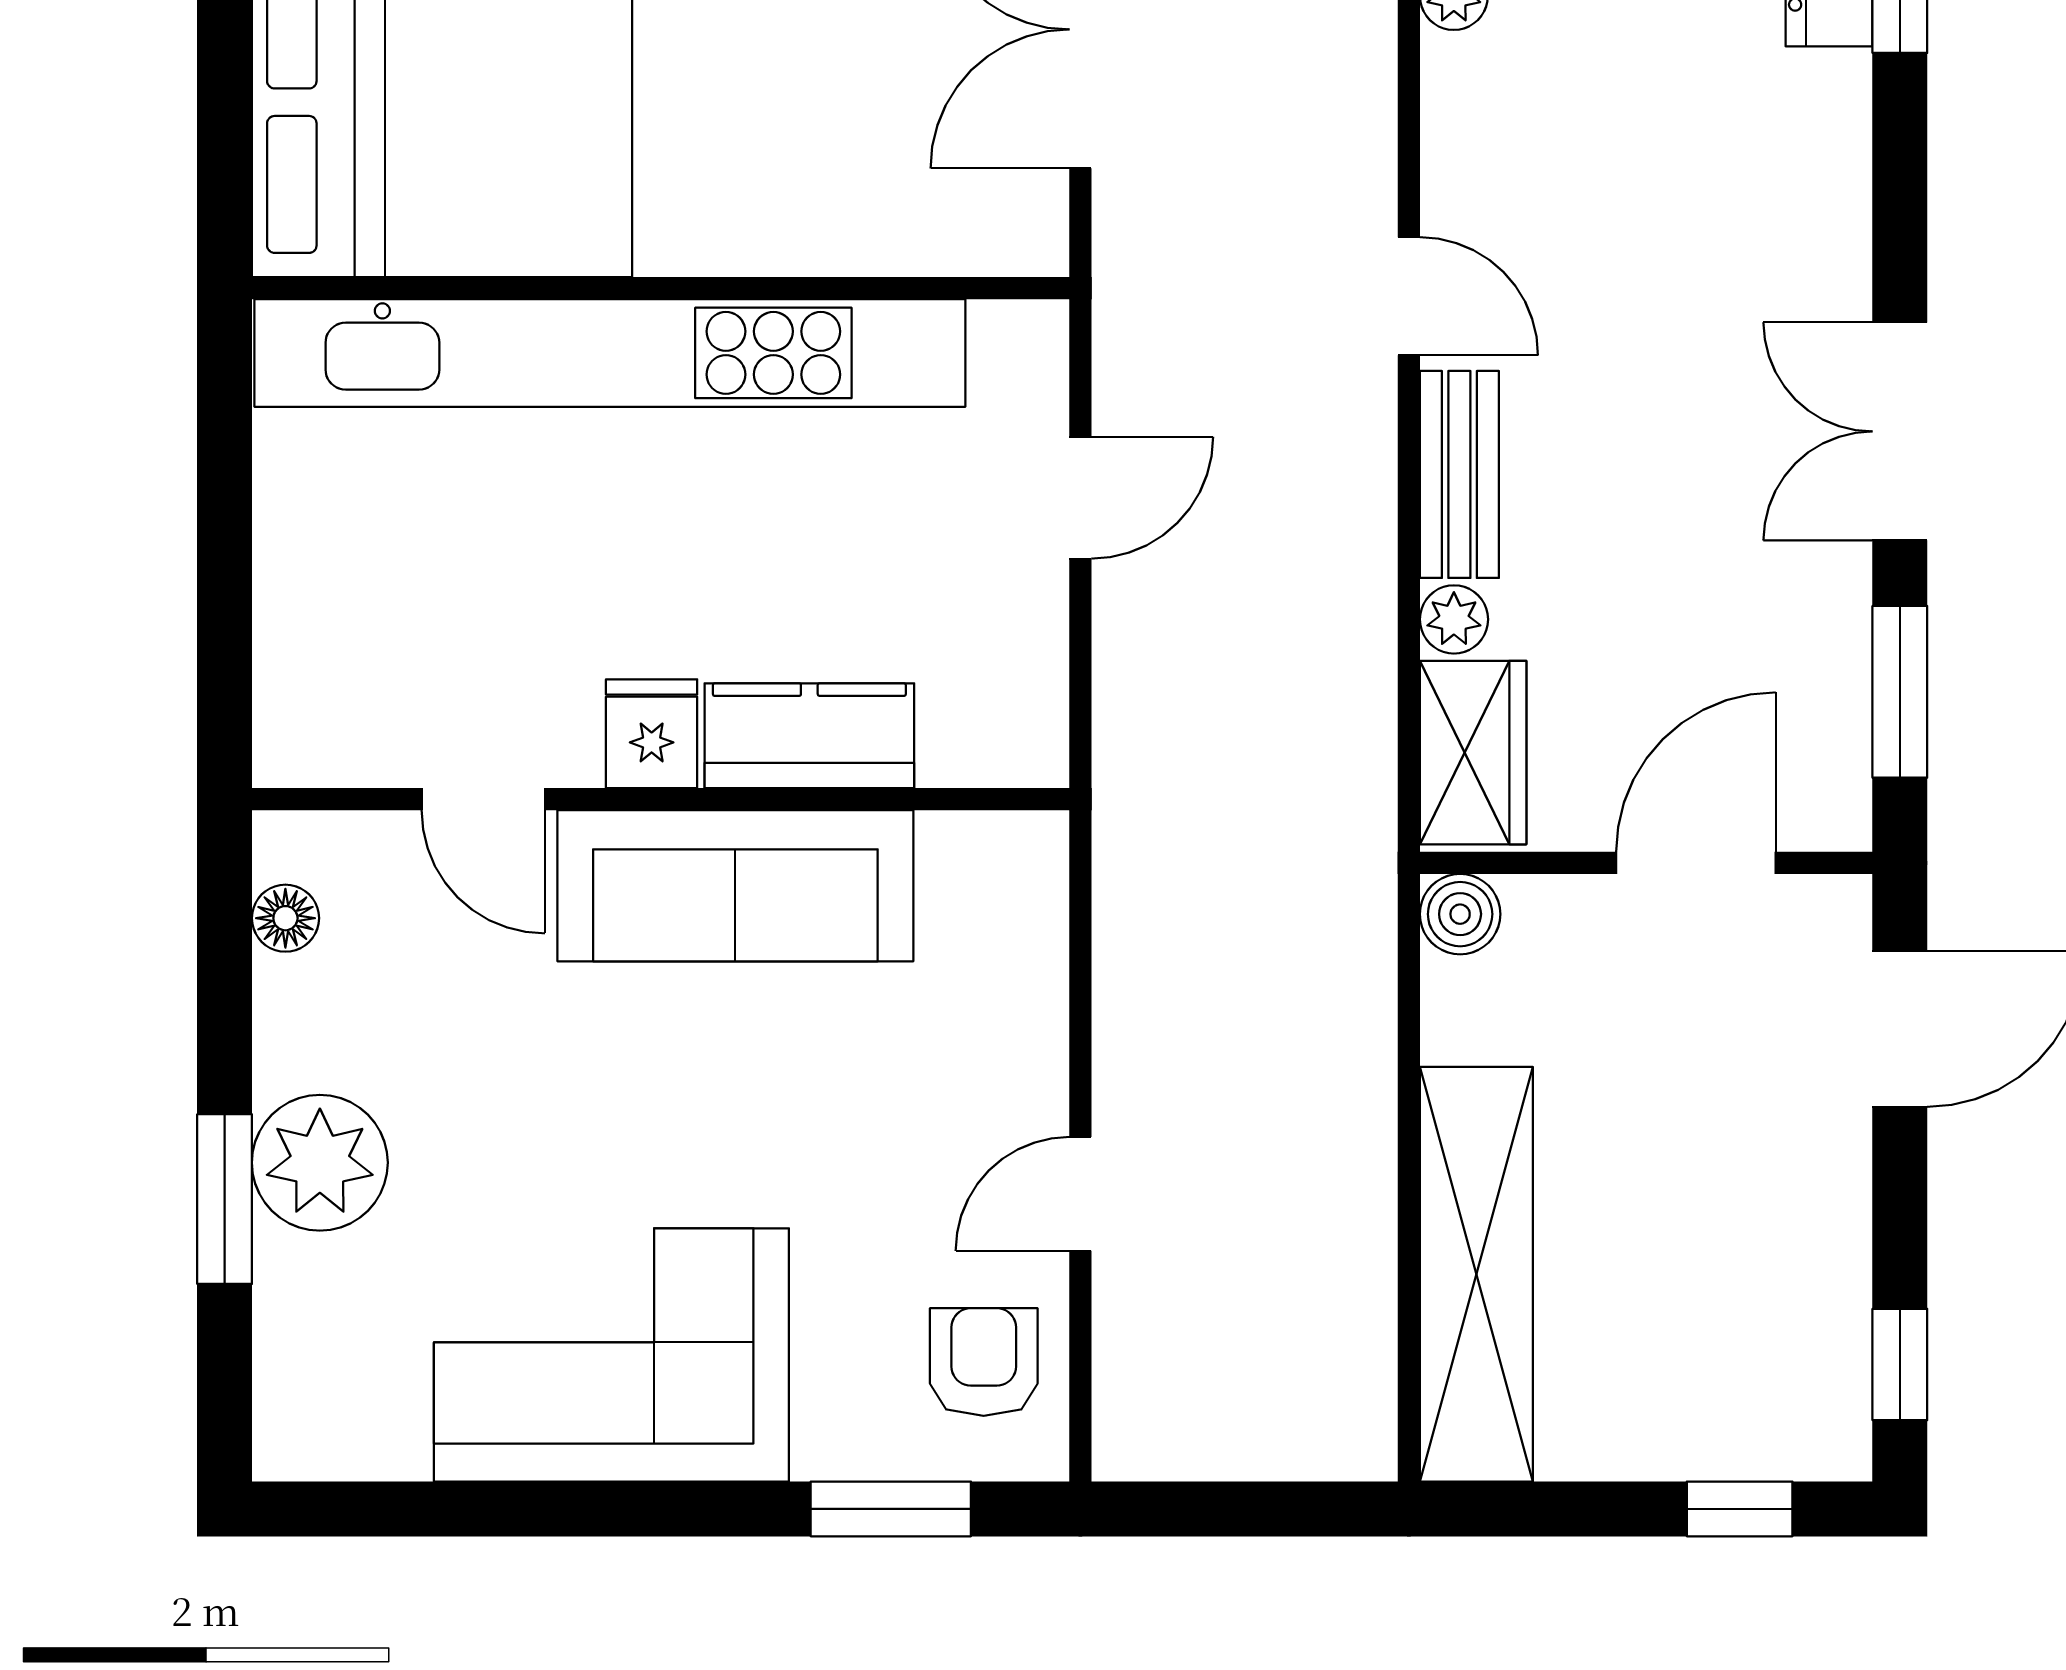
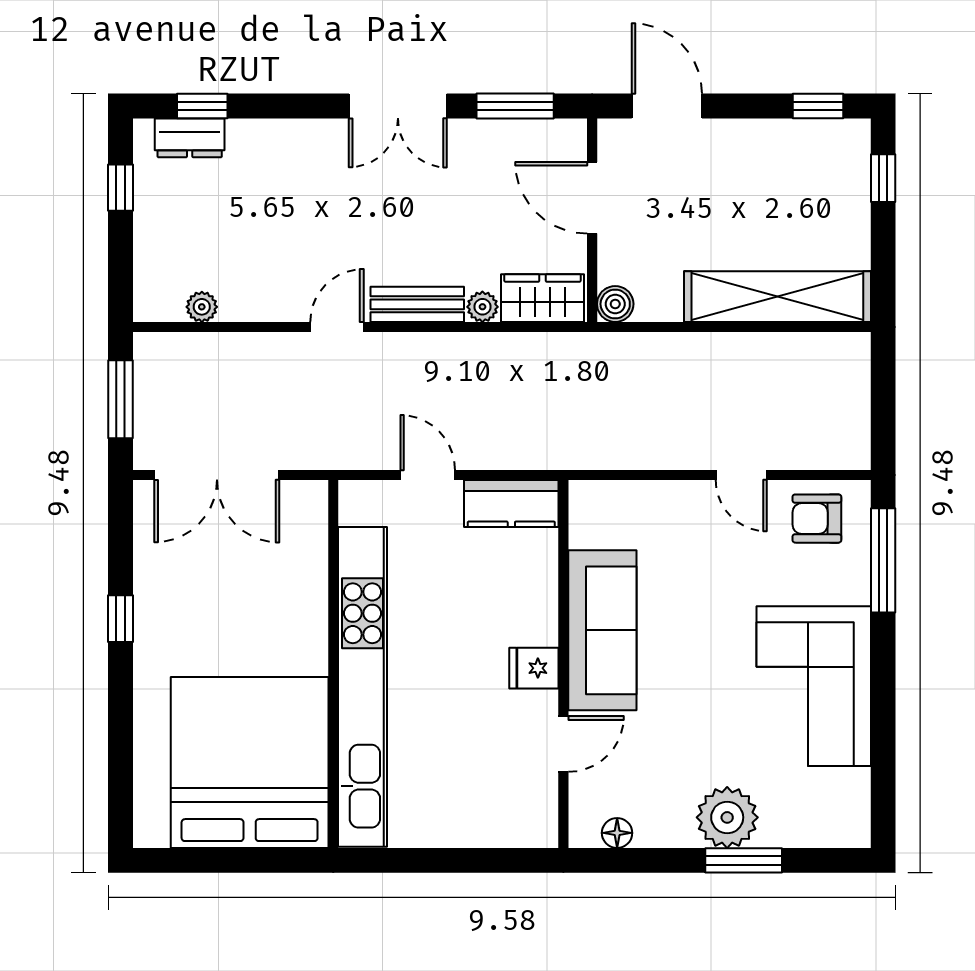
kitchen counter: (809, 736) -> (511, 504), moved, turned -90
window: (891, 1509) -> (883, 560), width x1.44

